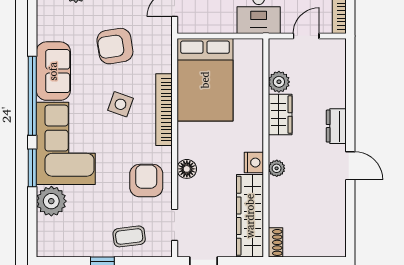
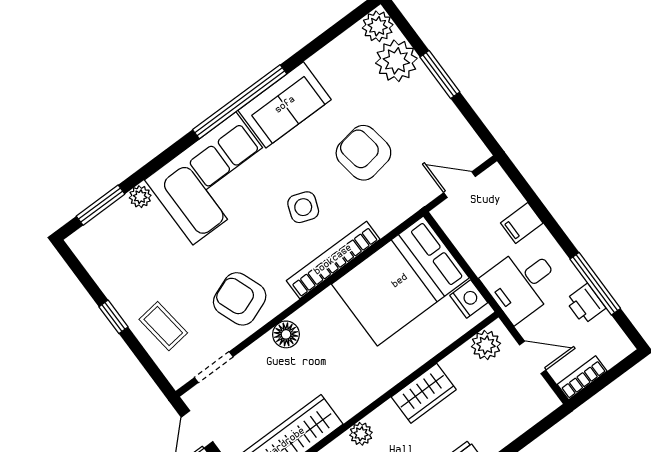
plant: (279, 82) -> (486, 345), moved
nightstand: (254, 163) -> (469, 299), moved, turned -90
window: (32, 168) -> (101, 205), moved
armchair: (146, 181) -> (240, 299), turned -111
plant: (51, 201) -> (140, 197), width x0.53, depth x0.53

